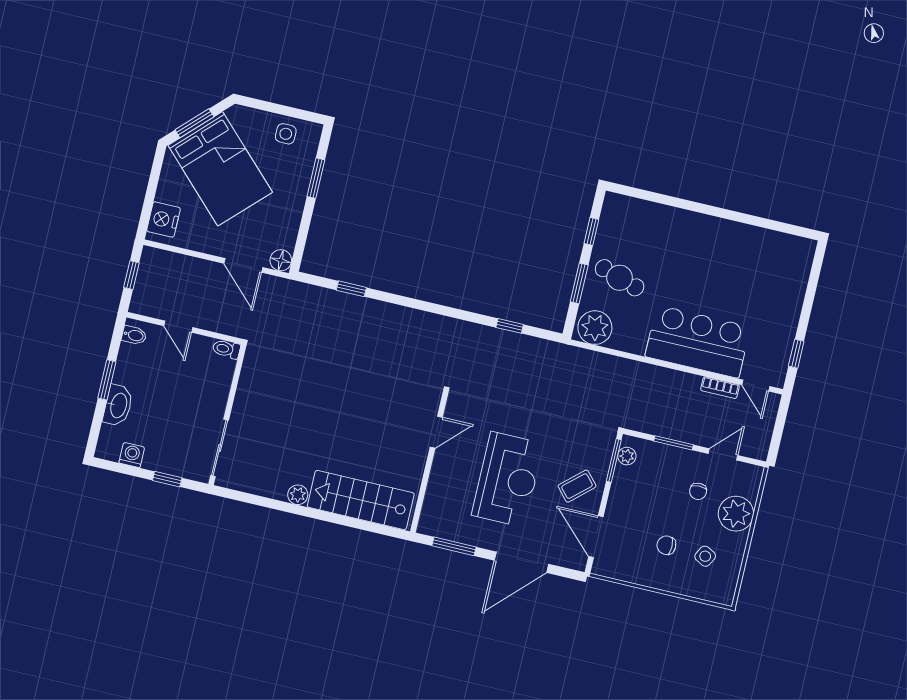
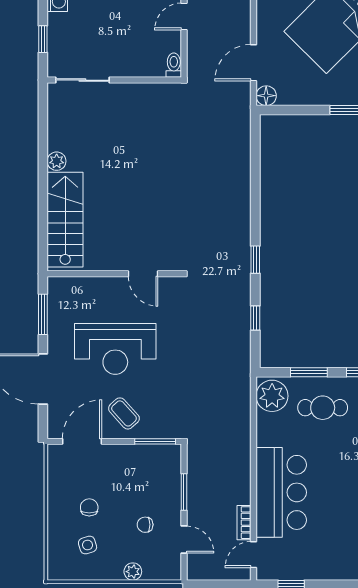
cafe table: (620, 278) -> (323, 408), turned 72
window: (351, 289) -> (255, 260), moved
plant: (627, 456) -> (162, 452), removed
plant: (736, 514) -> (133, 572), width x0.53, depth x0.53
side table: (705, 556) -> (88, 545), turned 45

